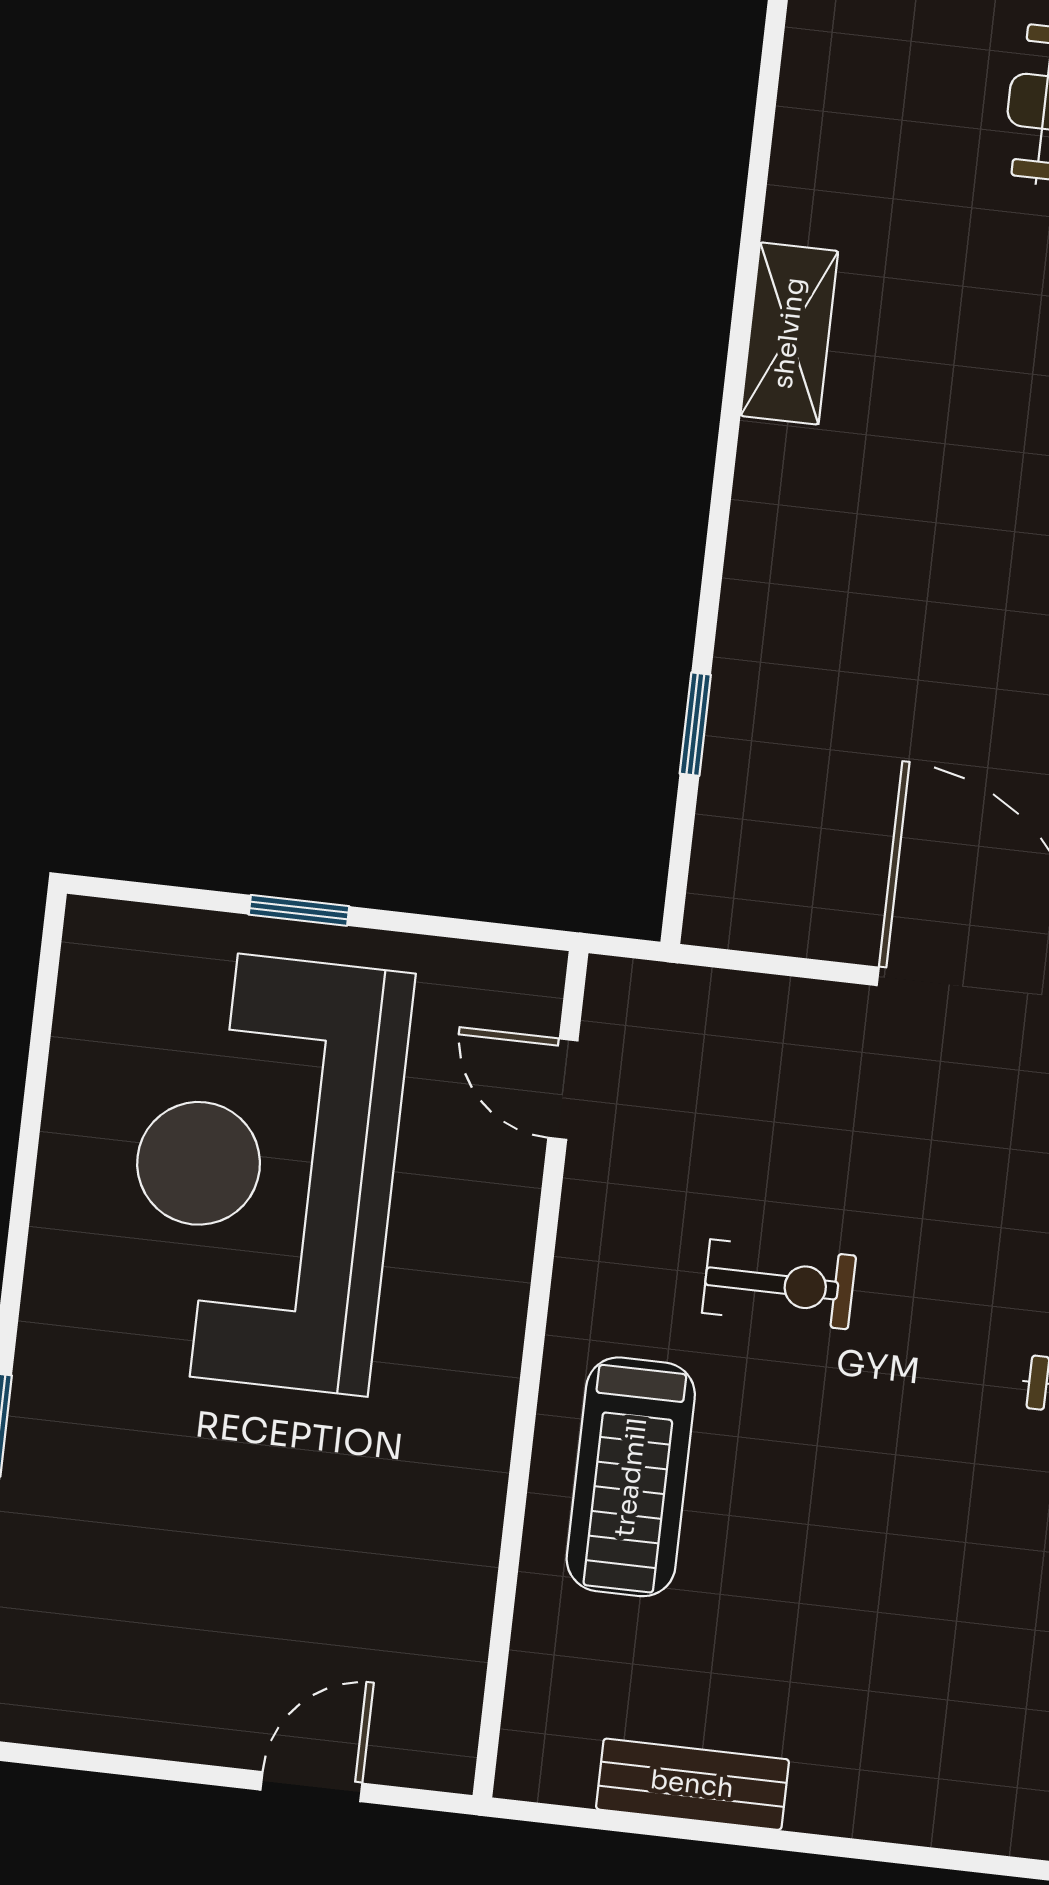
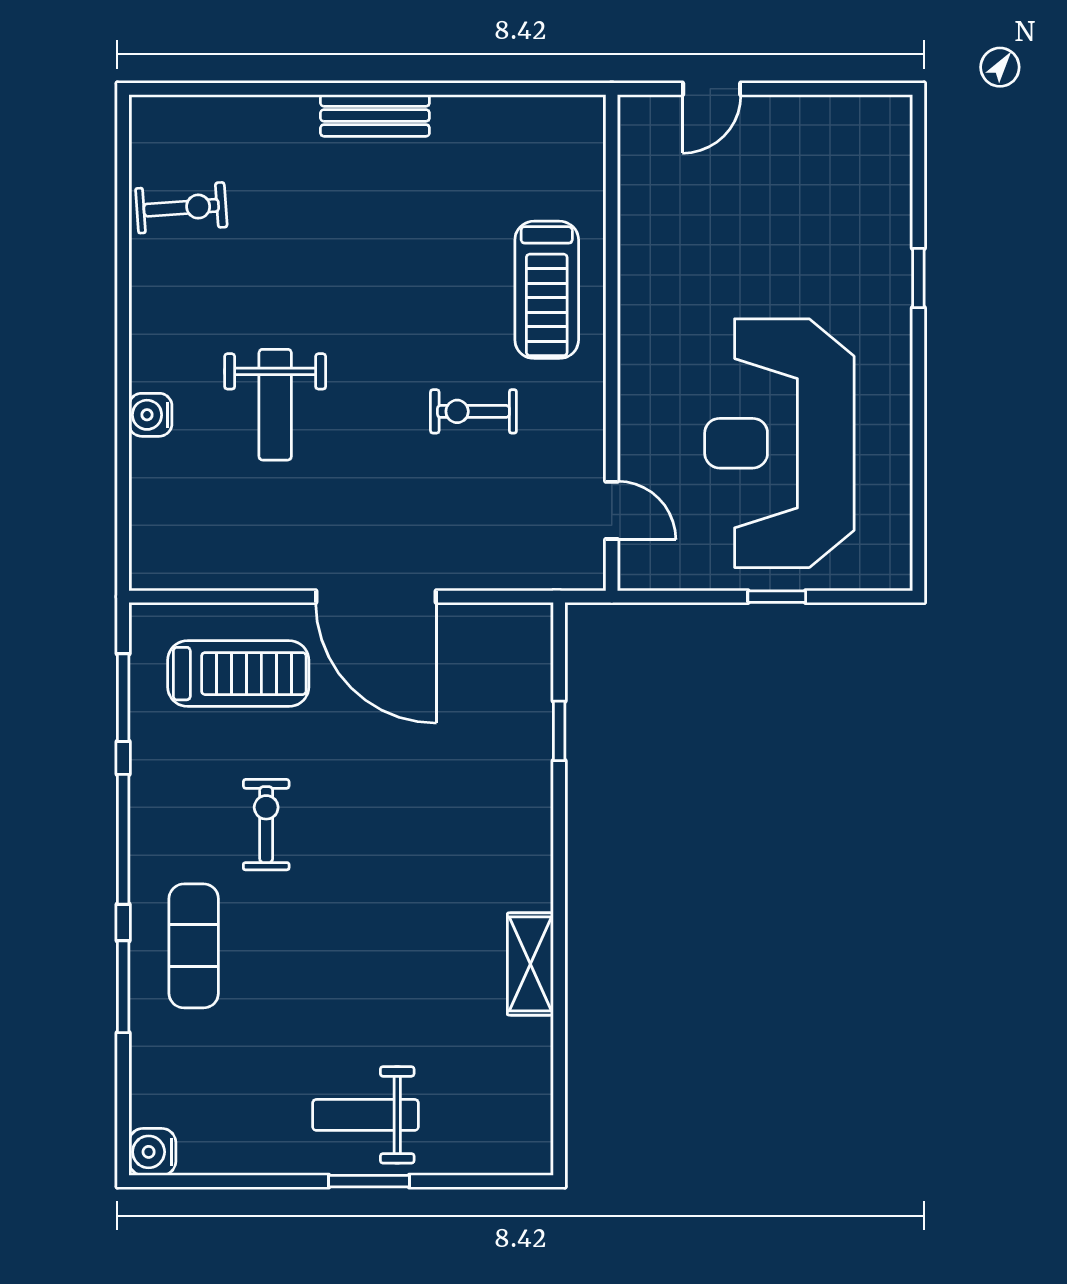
reception desk: (265, 1171) -> (779, 443), turned 180
treadmill: (631, 1477) -> (547, 290), turned 180
bench: (692, 1784) -> (375, 115), moved

